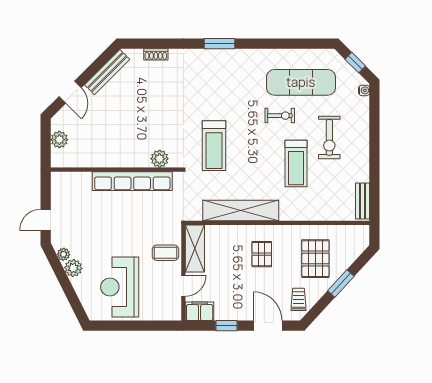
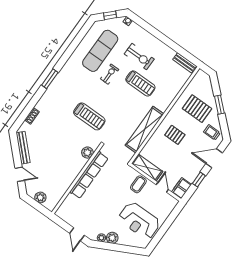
treadmill: (214, 146) -> (89, 116), moved

